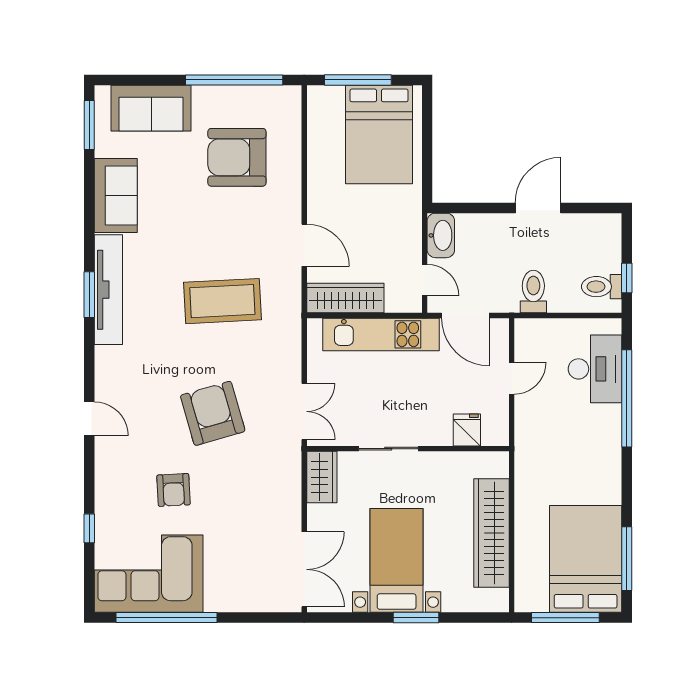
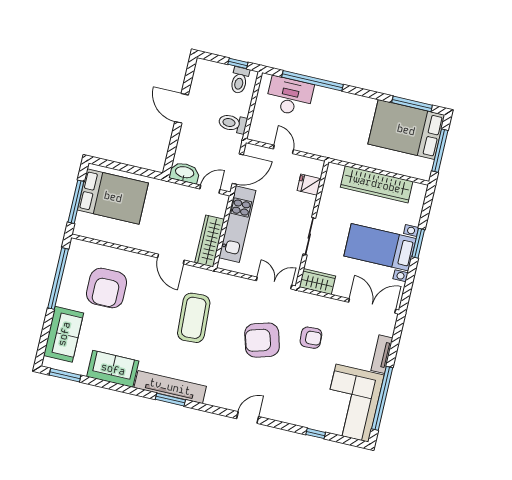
door: (304, 245) -> (171, 259), swing flipped
armchair: (174, 490) -> (311, 338), moved
tv unit: (234, 601) -> (382, 354), added

